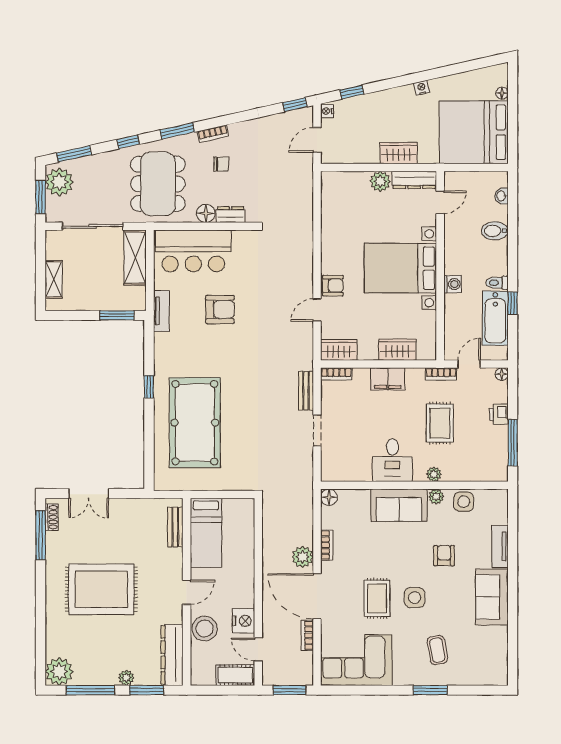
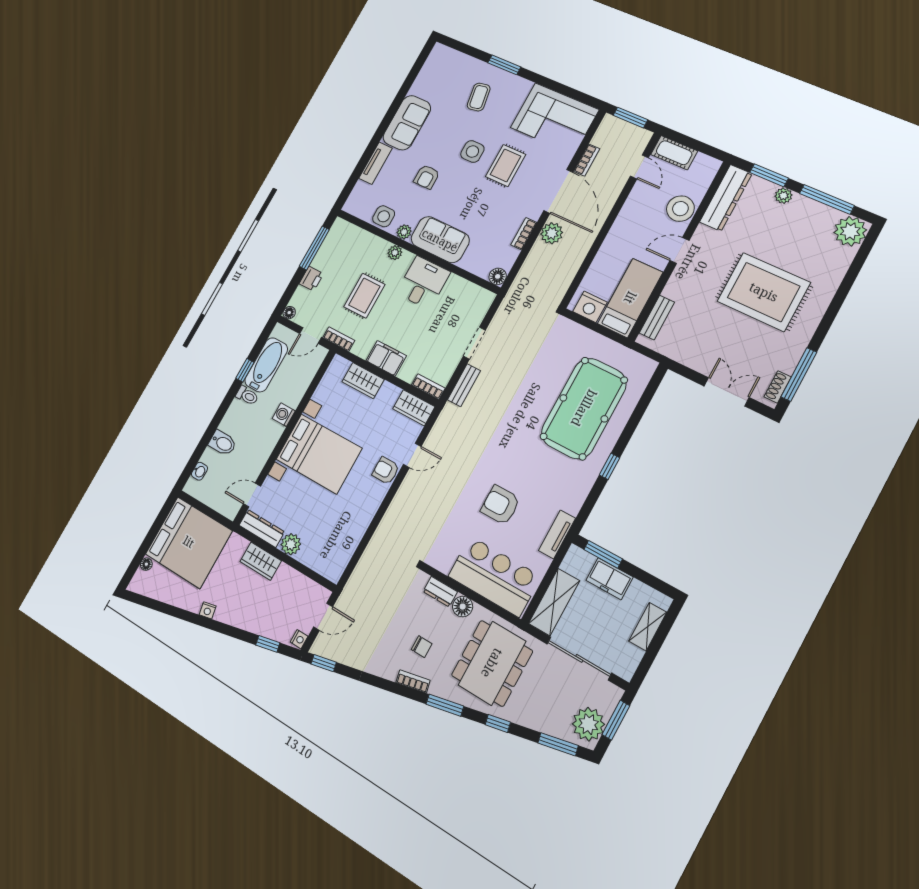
chair: (221, 164) -> (422, 647), turned 180
freezer: (102, 299) -> (610, 579), added
nightstand: (244, 621) -> (590, 307), moved, turned -90

